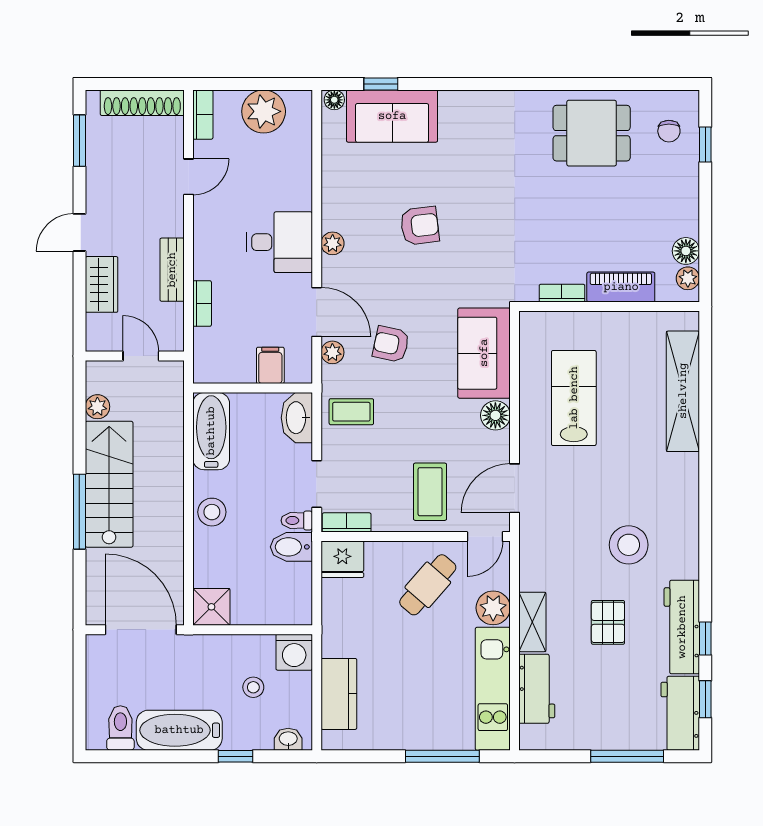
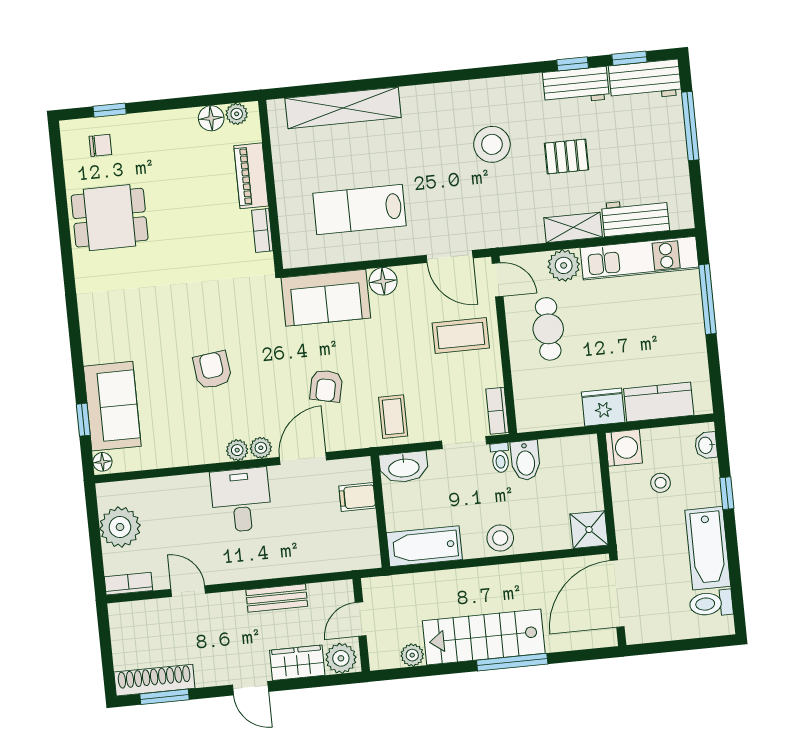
shoe rack: (142, 103) -> (154, 680), moved, turned -90
dining table: (592, 133) -> (110, 218), turned 90
bookcase: (202, 303) -> (306, 567), removed
plant: (102, 331) -> (341, 658), added
plant: (332, 352) -> (261, 448), moved
fridge: (342, 559) -> (603, 407), moved, turned -90
cafe table: (428, 585) -> (548, 329), turned 49
workbench: (682, 627) -> (576, 86), width x0.73

